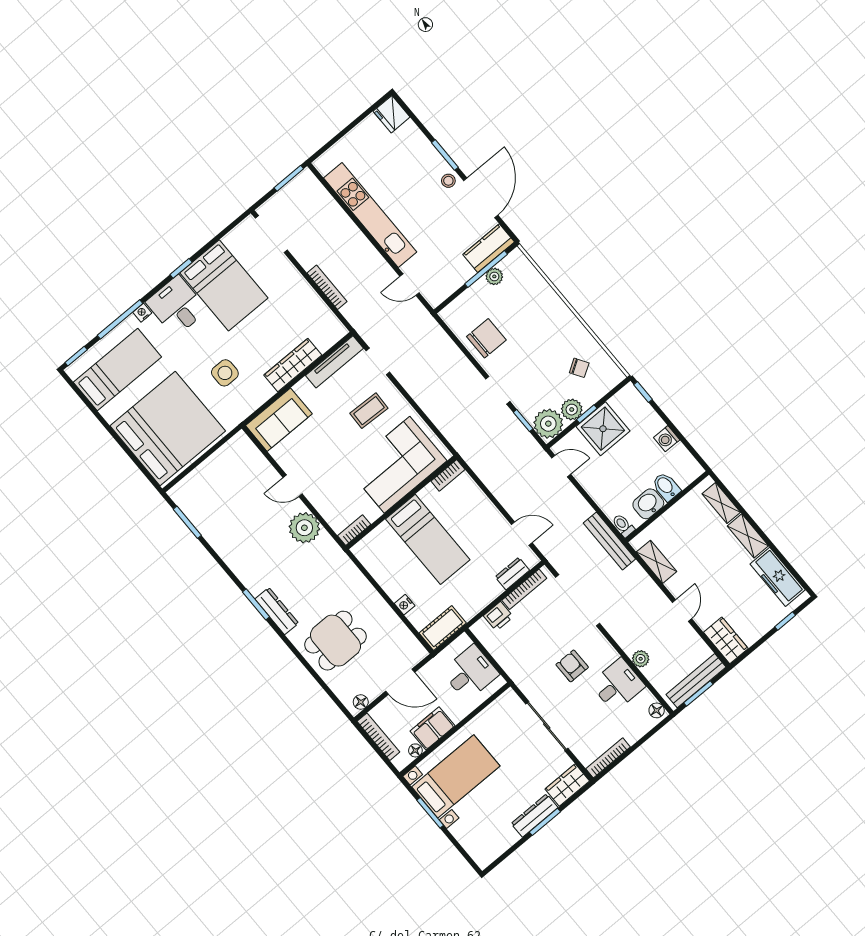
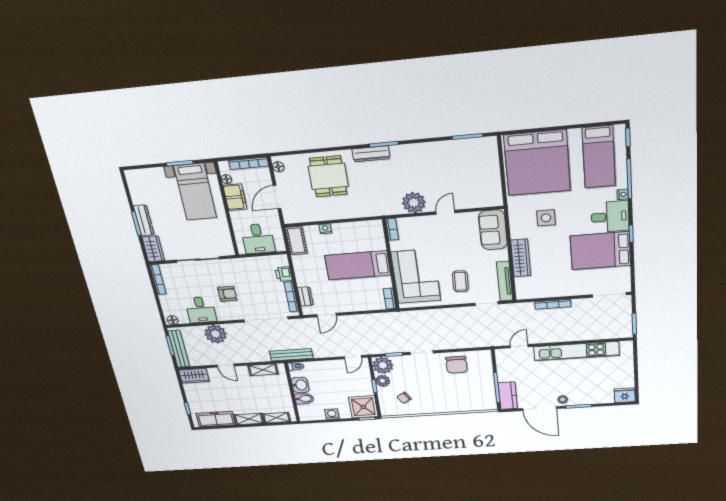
plant: (494, 276) -> (489, 389), removed
shower: (603, 429) -> (363, 407), moved
plant: (641, 659) -> (216, 334), width x1.87, depth x1.87

